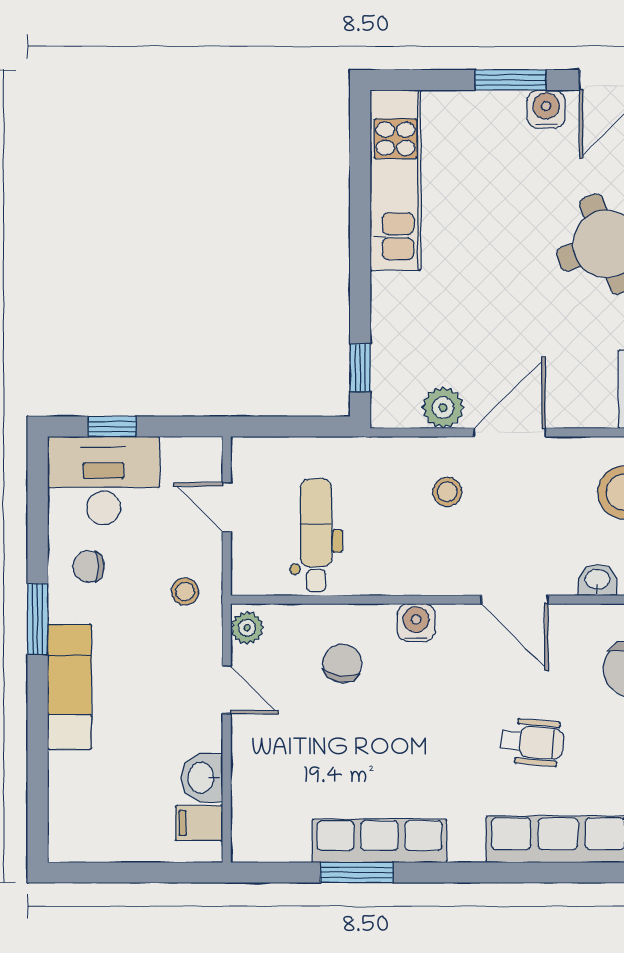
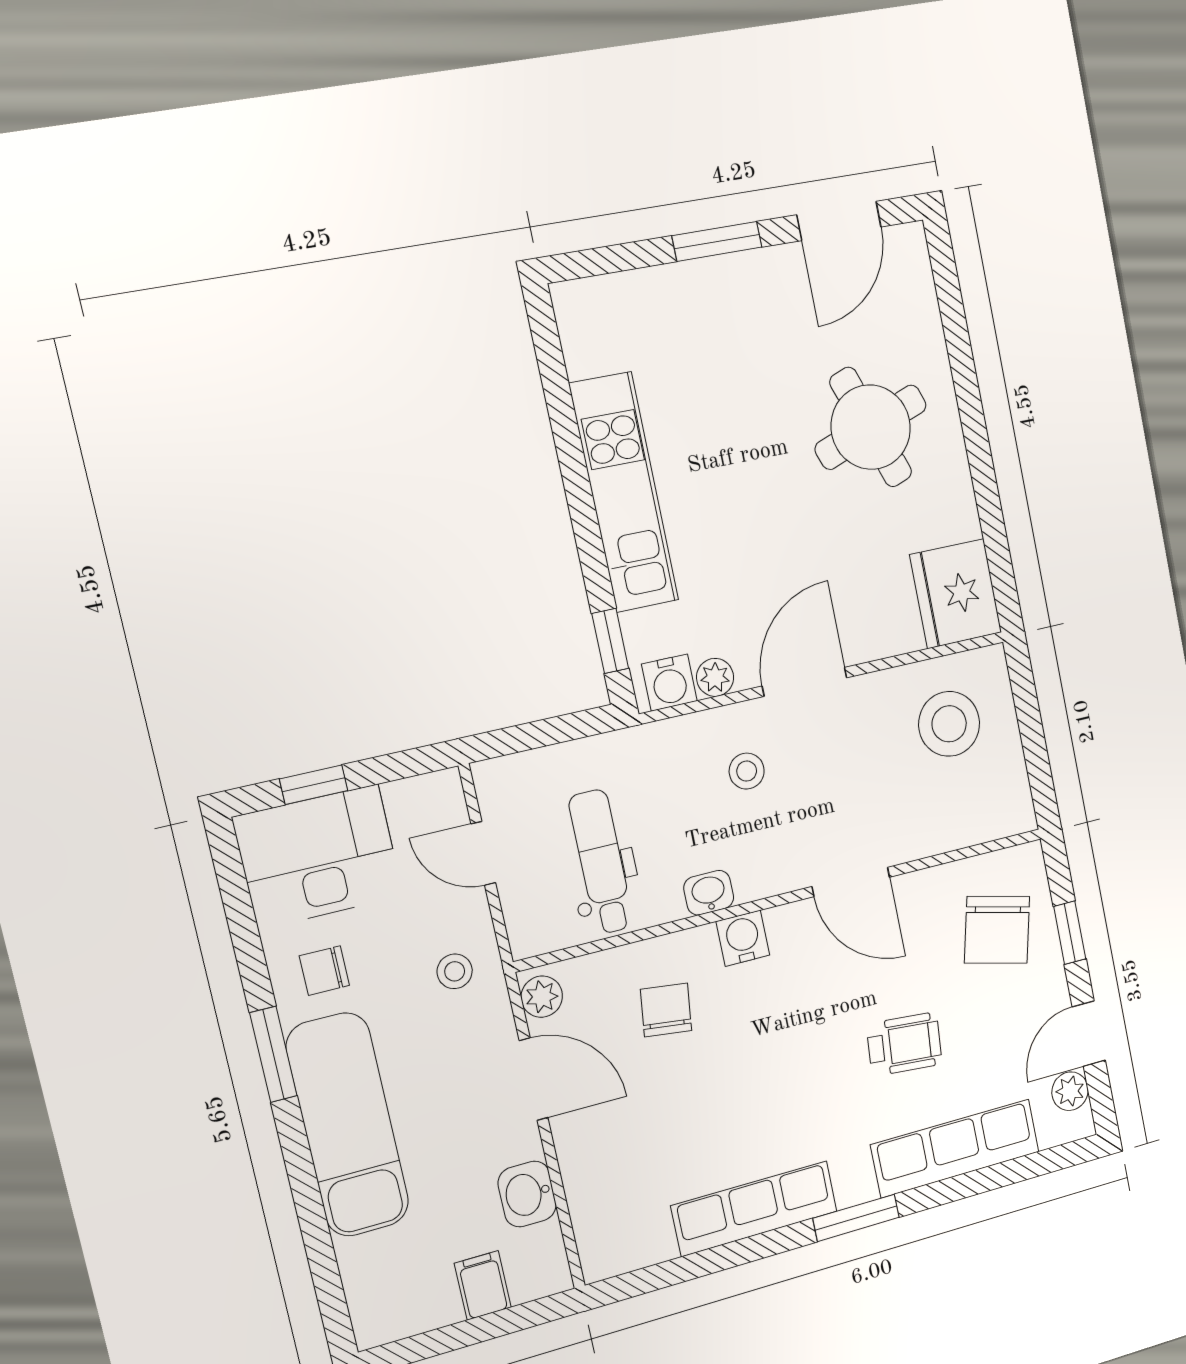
water cooler: (546, 109) -> (669, 683), moved, turned 180
kitchen unit: (396, 180) -> (624, 492), moved
plant: (443, 408) -> (715, 677), width x0.73, depth x0.73
washbasin: (597, 580) -> (709, 893), moved
exam couch: (69, 687) -> (348, 1125), width x1.36, depth x1.45
door: (227, 690) -> (534, 1079), width x1.38
filing cabinet: (199, 823) -> (483, 1285), moved, turned 90
window: (357, 872) -> (856, 1218), moved

